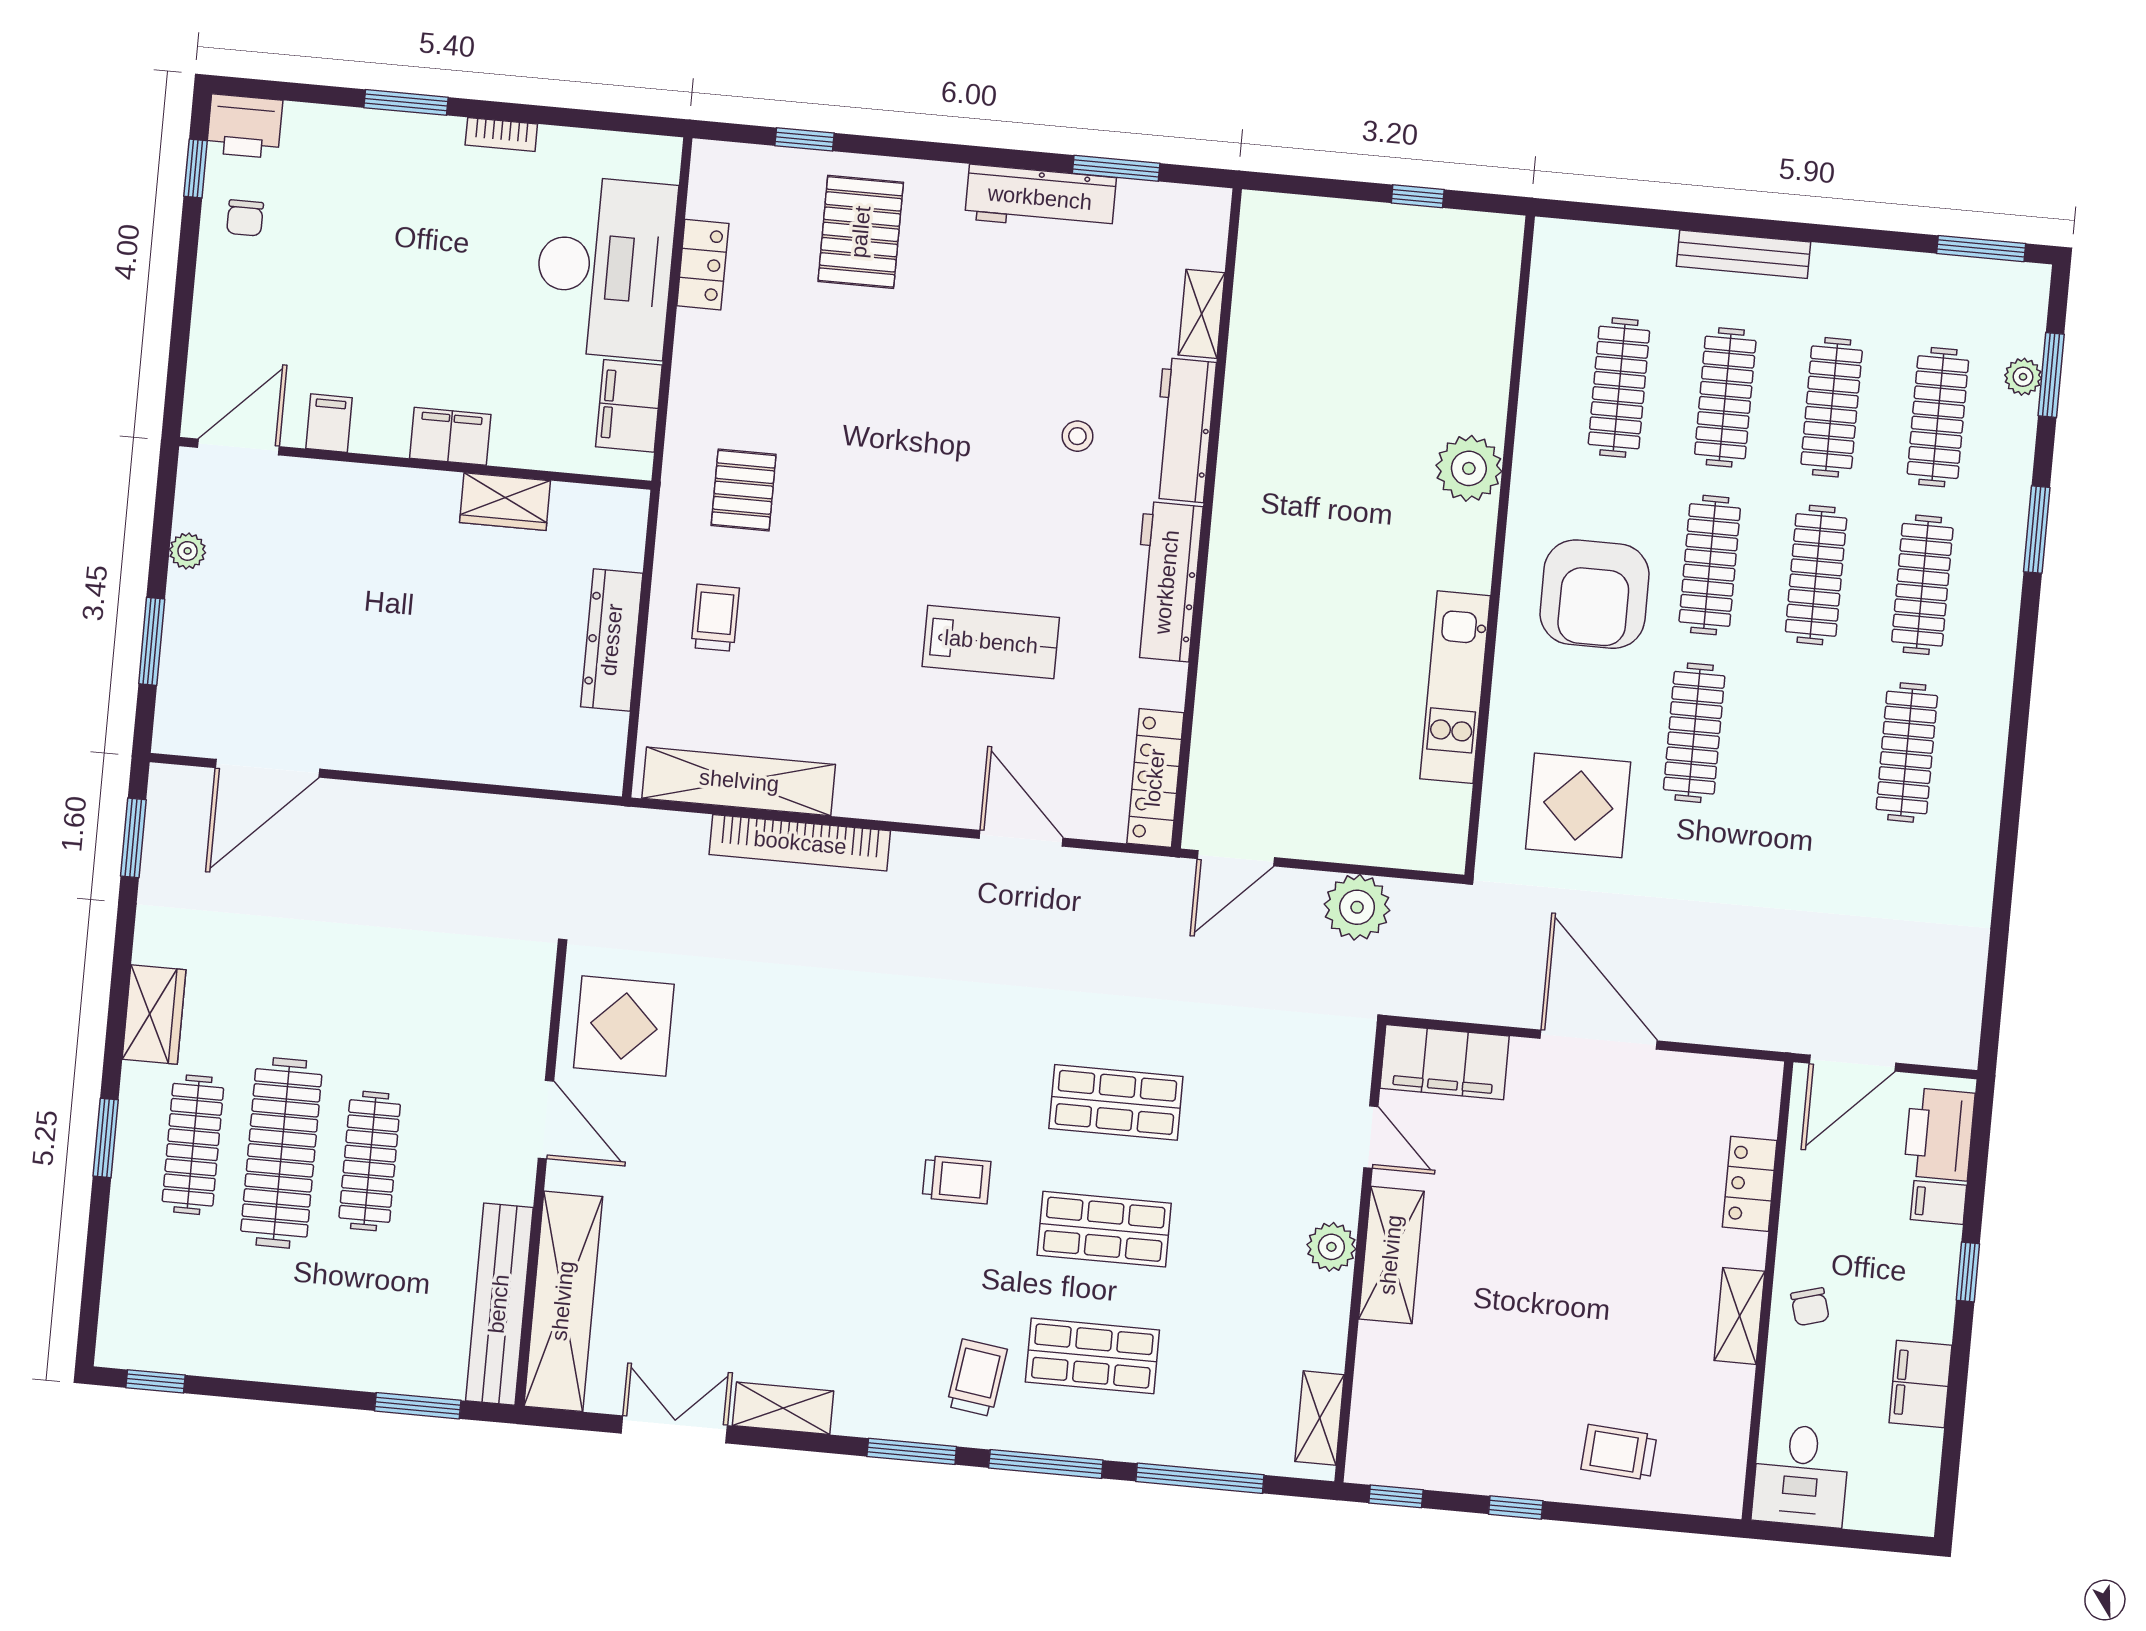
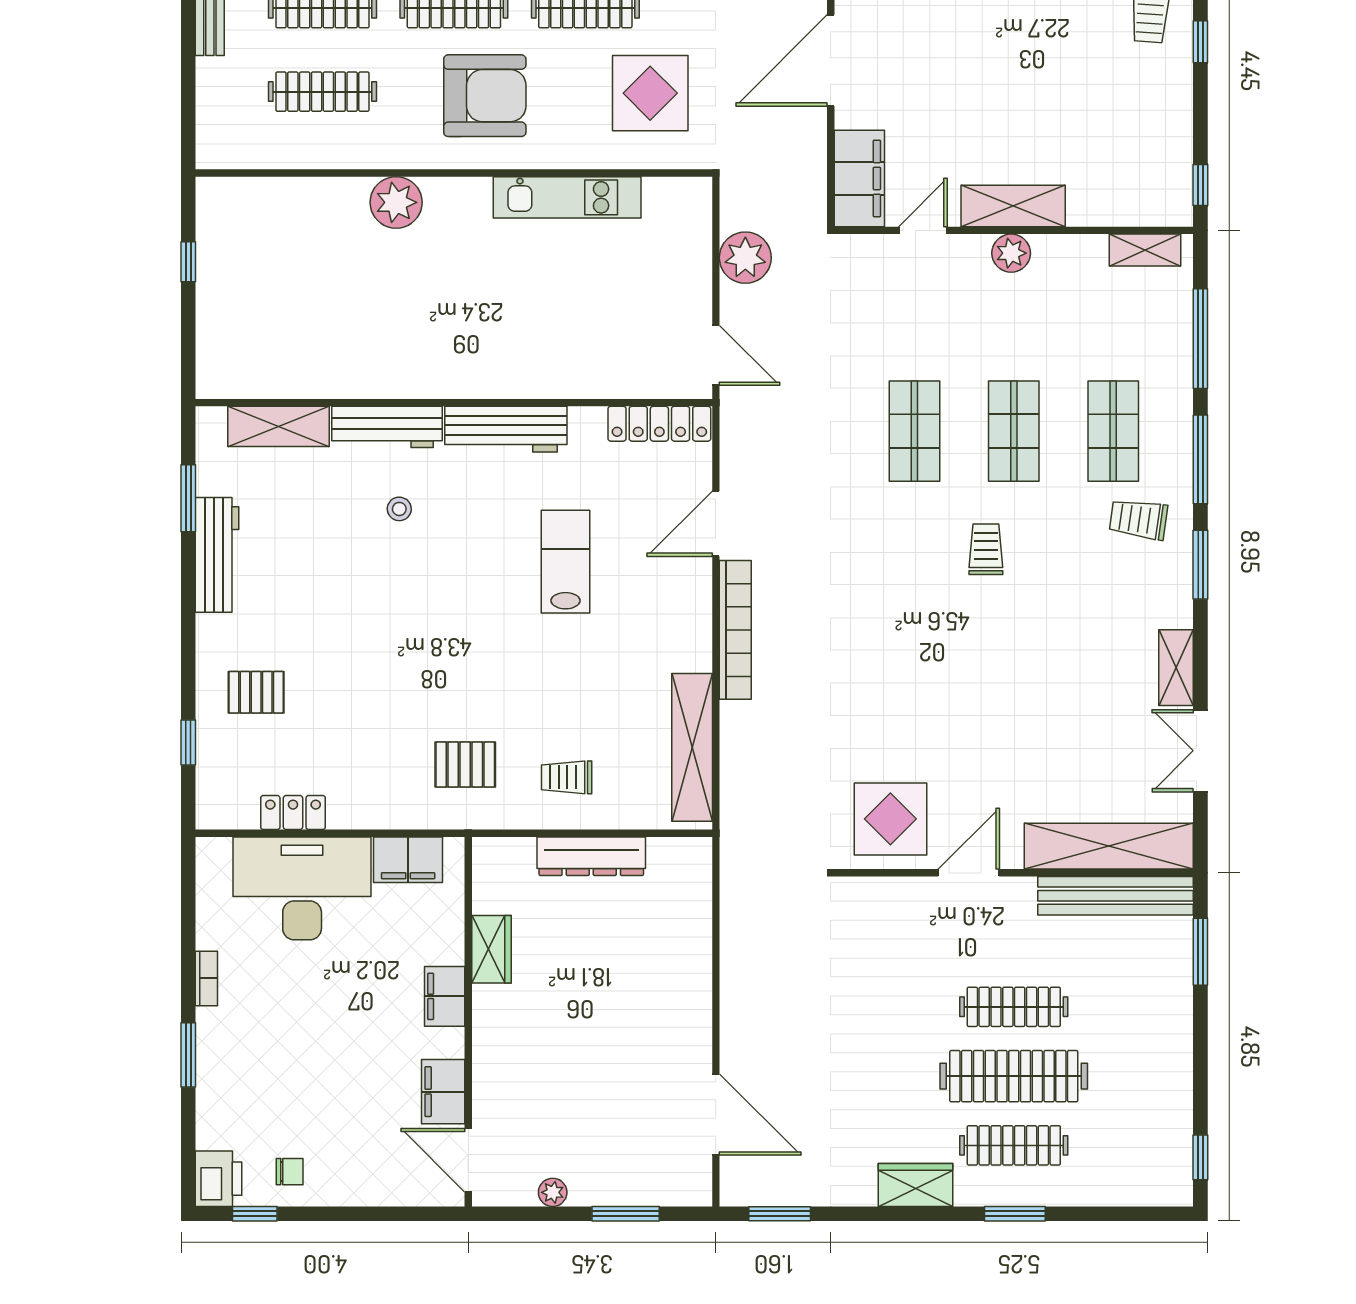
pallet: (861, 232) -> (256, 692), width x0.67, depth x0.71
shelving: (1201, 314) -> (278, 426), width x1.50, depth x1.33
filing cabinet: (329, 423) -> (443, 1092), width x2.00
bookcase: (800, 843) -> (735, 630), moved
window: (1516, 1508) -> (1200, 42), moved

